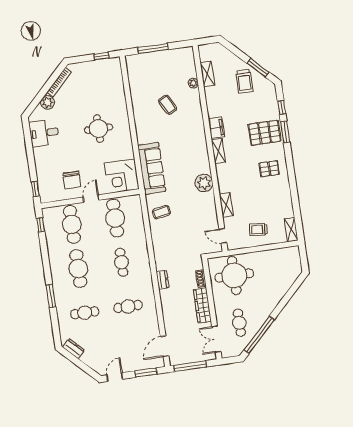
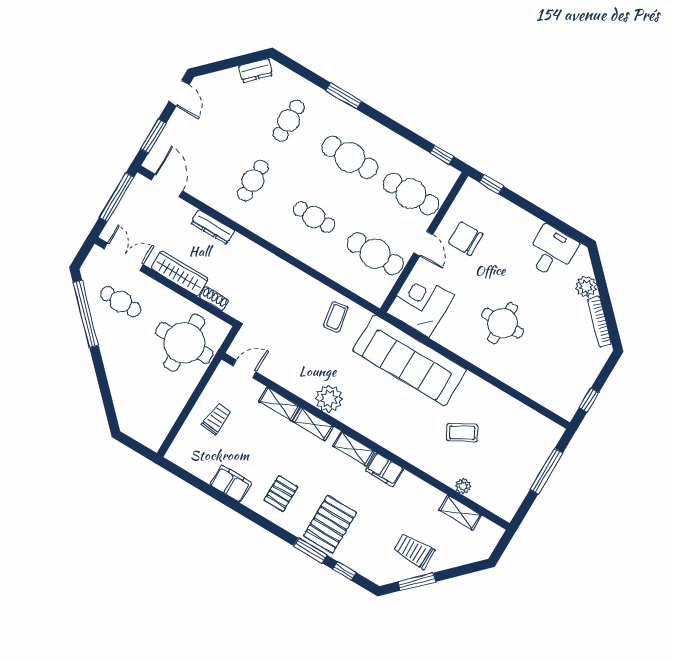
sofa: (152, 168) -> (410, 360), width x1.36, depth x1.27
filing cabinet: (284, 197) -> (231, 484), added
shelving: (291, 230) -> (313, 424), moved
dresser: (162, 280) -> (213, 227), moved, width x1.44

